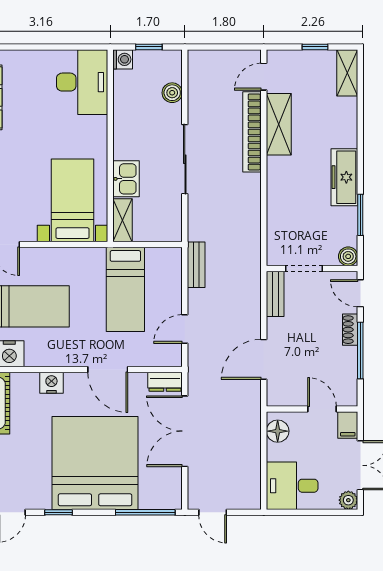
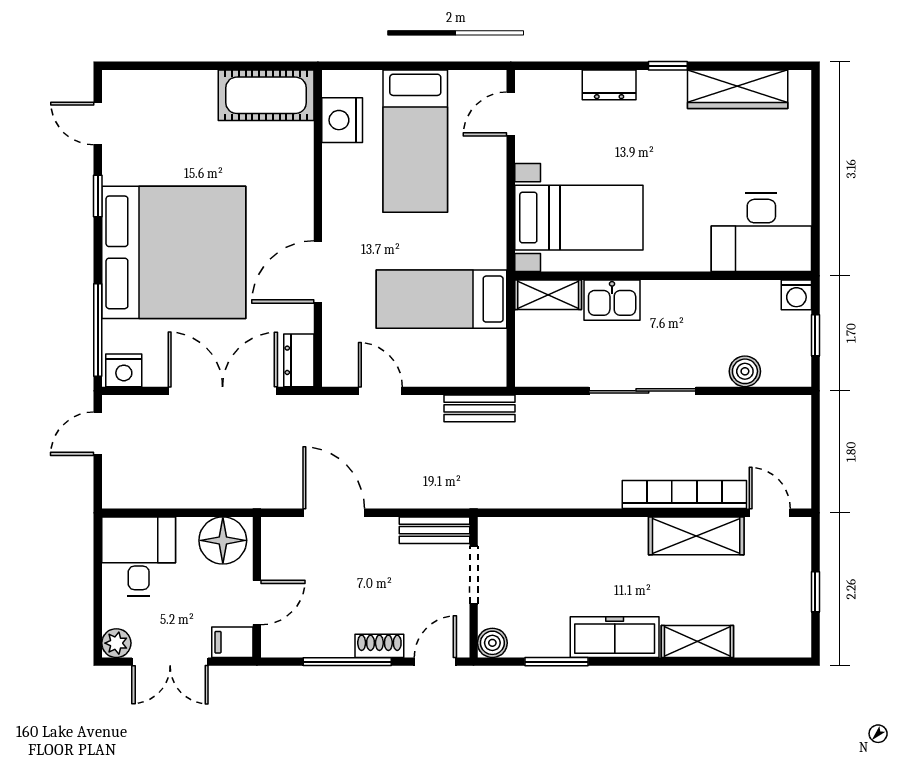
shelving: (347, 73) -> (697, 641), moved
nightstand: (51, 383) -> (124, 370), moved, turned 90
floor lamp: (278, 431) -> (223, 540), width x1.38, depth x1.38

